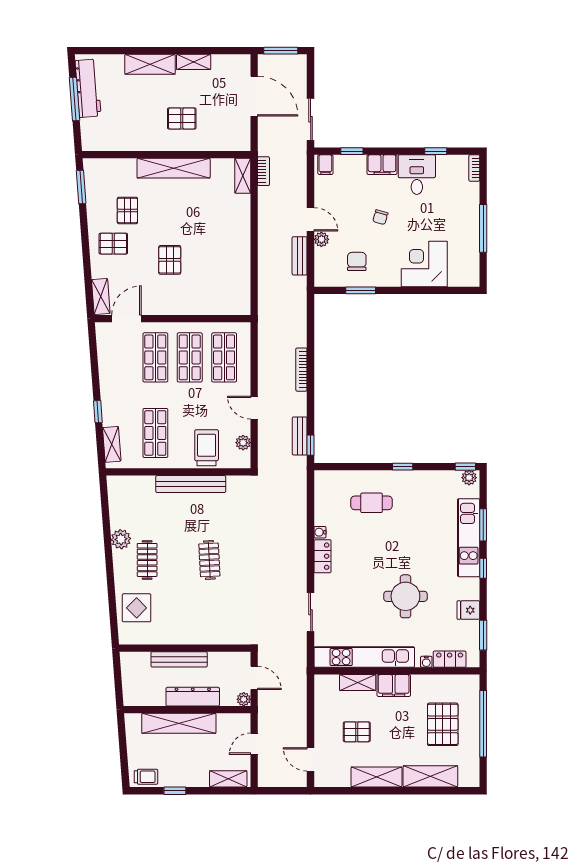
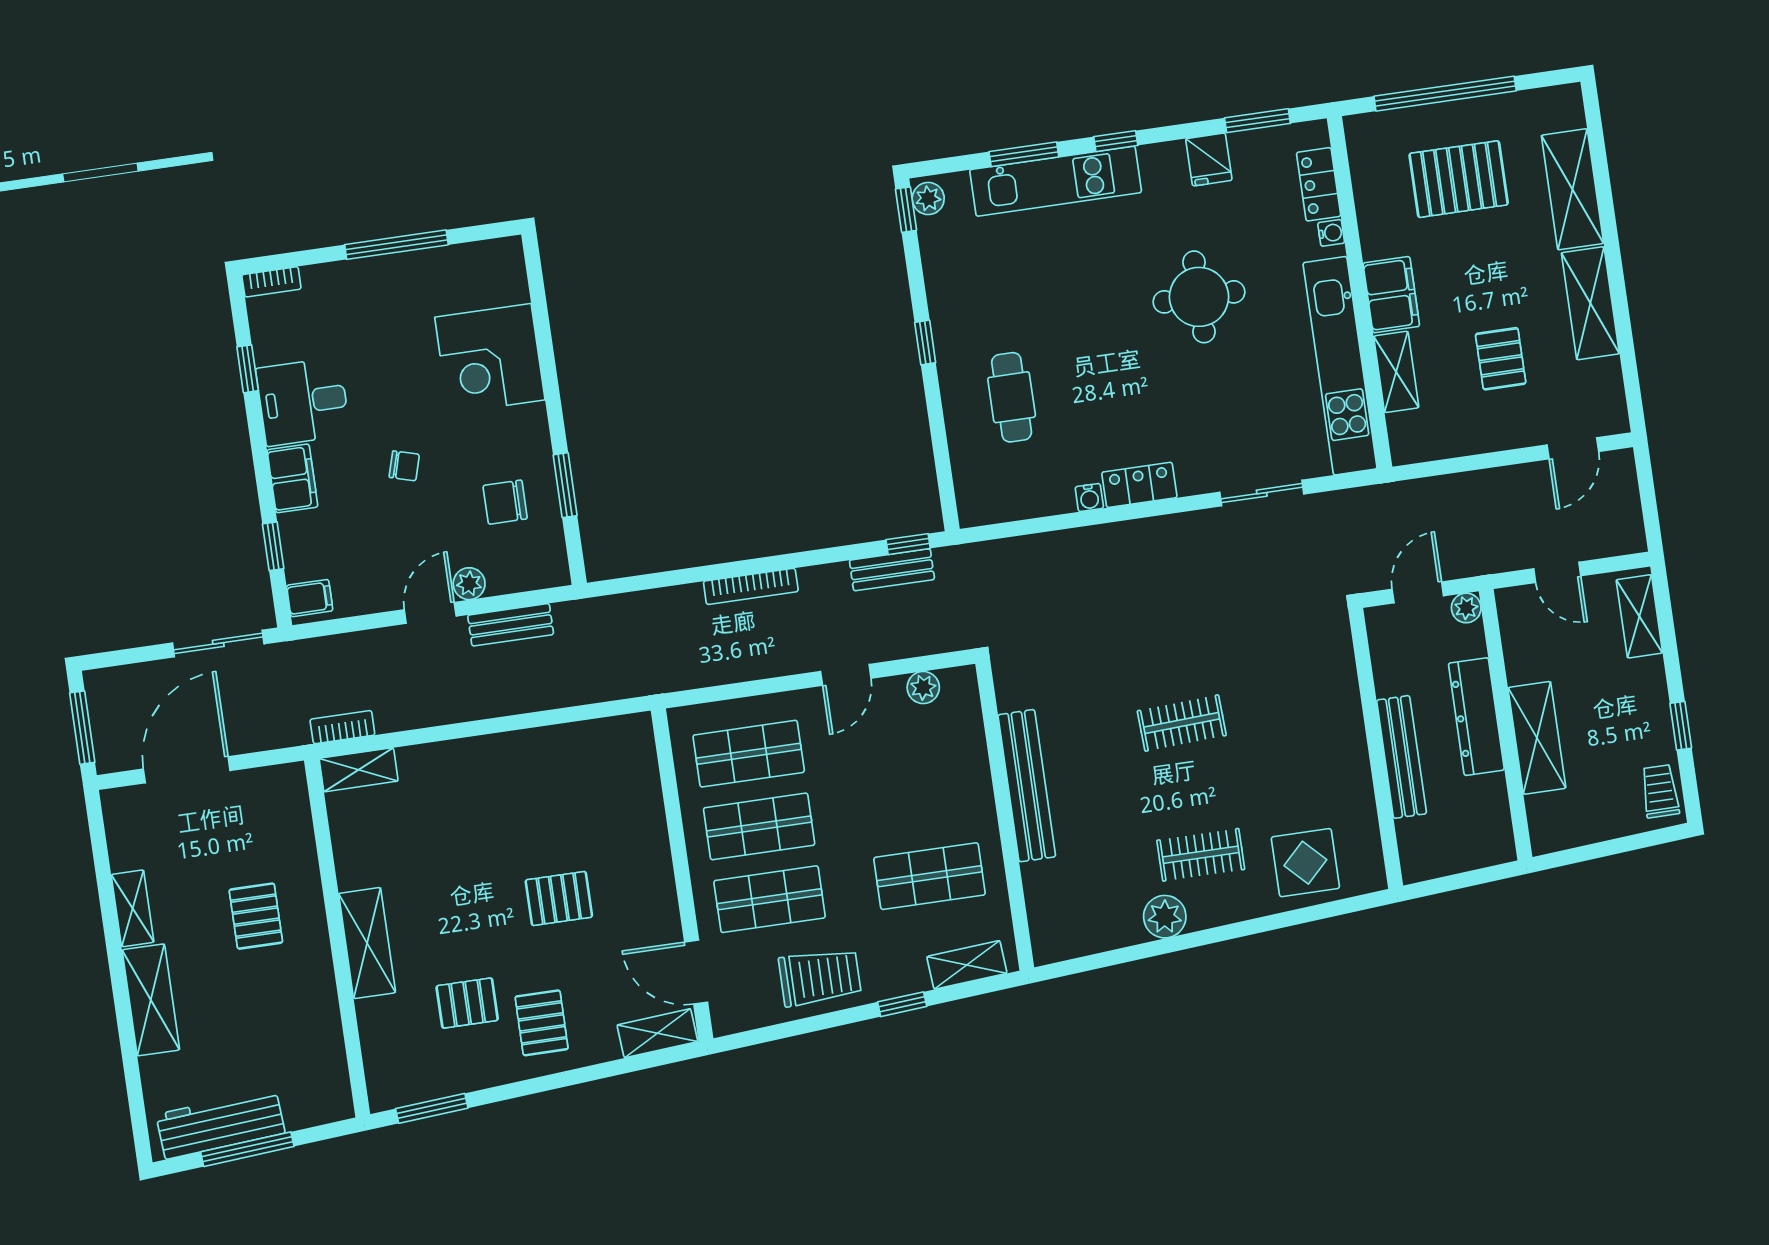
shelving: (174, 168) -> (367, 943), width x0.68
trolley: (207, 448) -> (820, 977), moved, turned 180
shelving: (179, 723) -> (1537, 738), width x0.68

